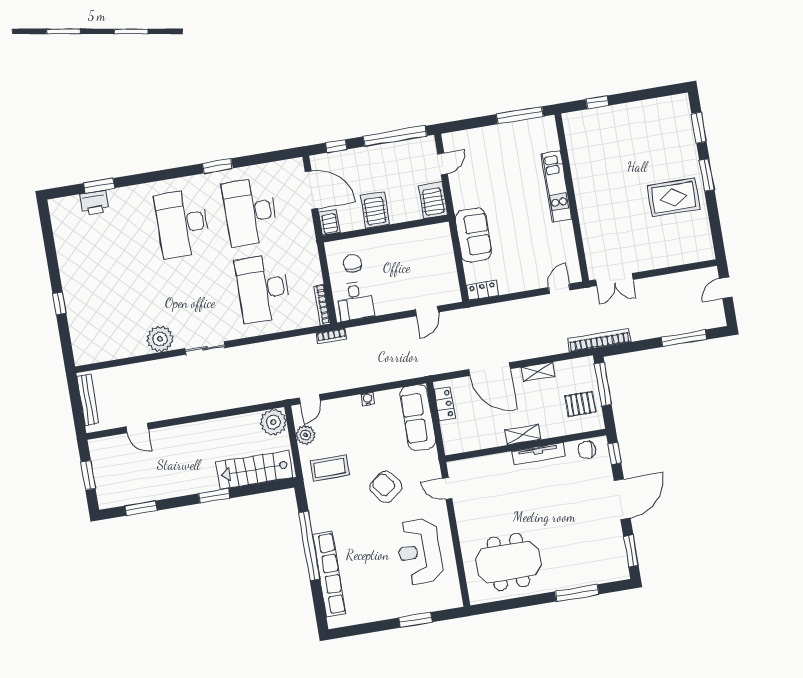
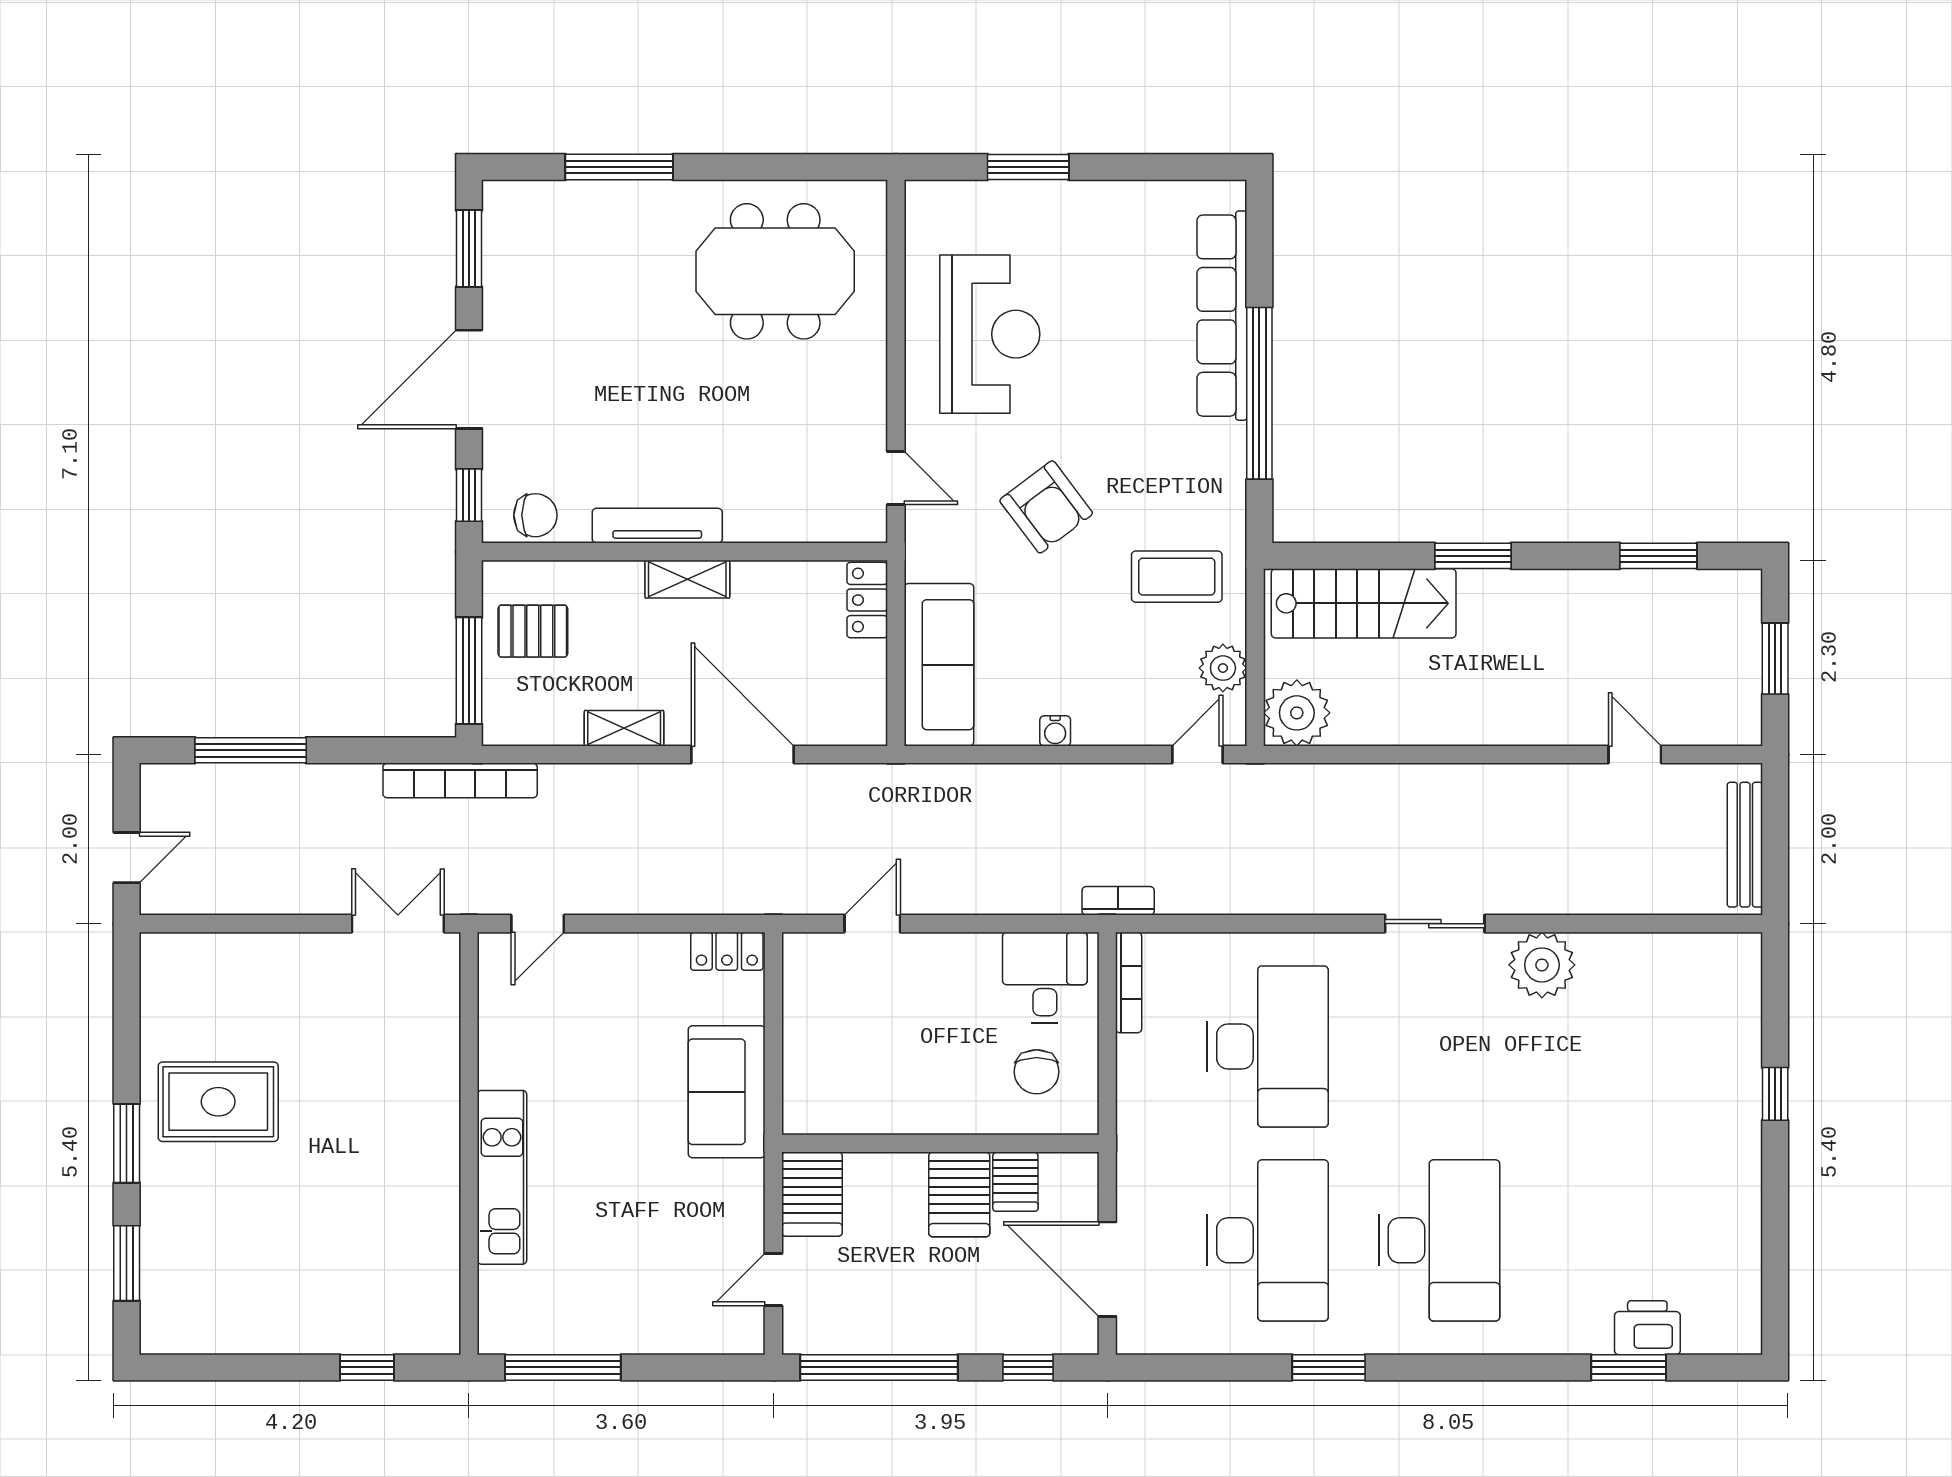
server rack: (329, 223) -> (1015, 1182), moved
locker: (445, 404) -> (867, 600), moved

